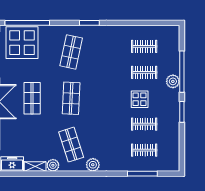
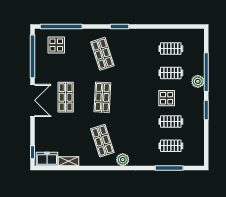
display table: (22, 43) -> (56, 45), width x0.54, depth x0.54
shop shelf: (71, 52) -> (102, 54), turned -30
plant: (53, 165) -> (85, 160), removed

